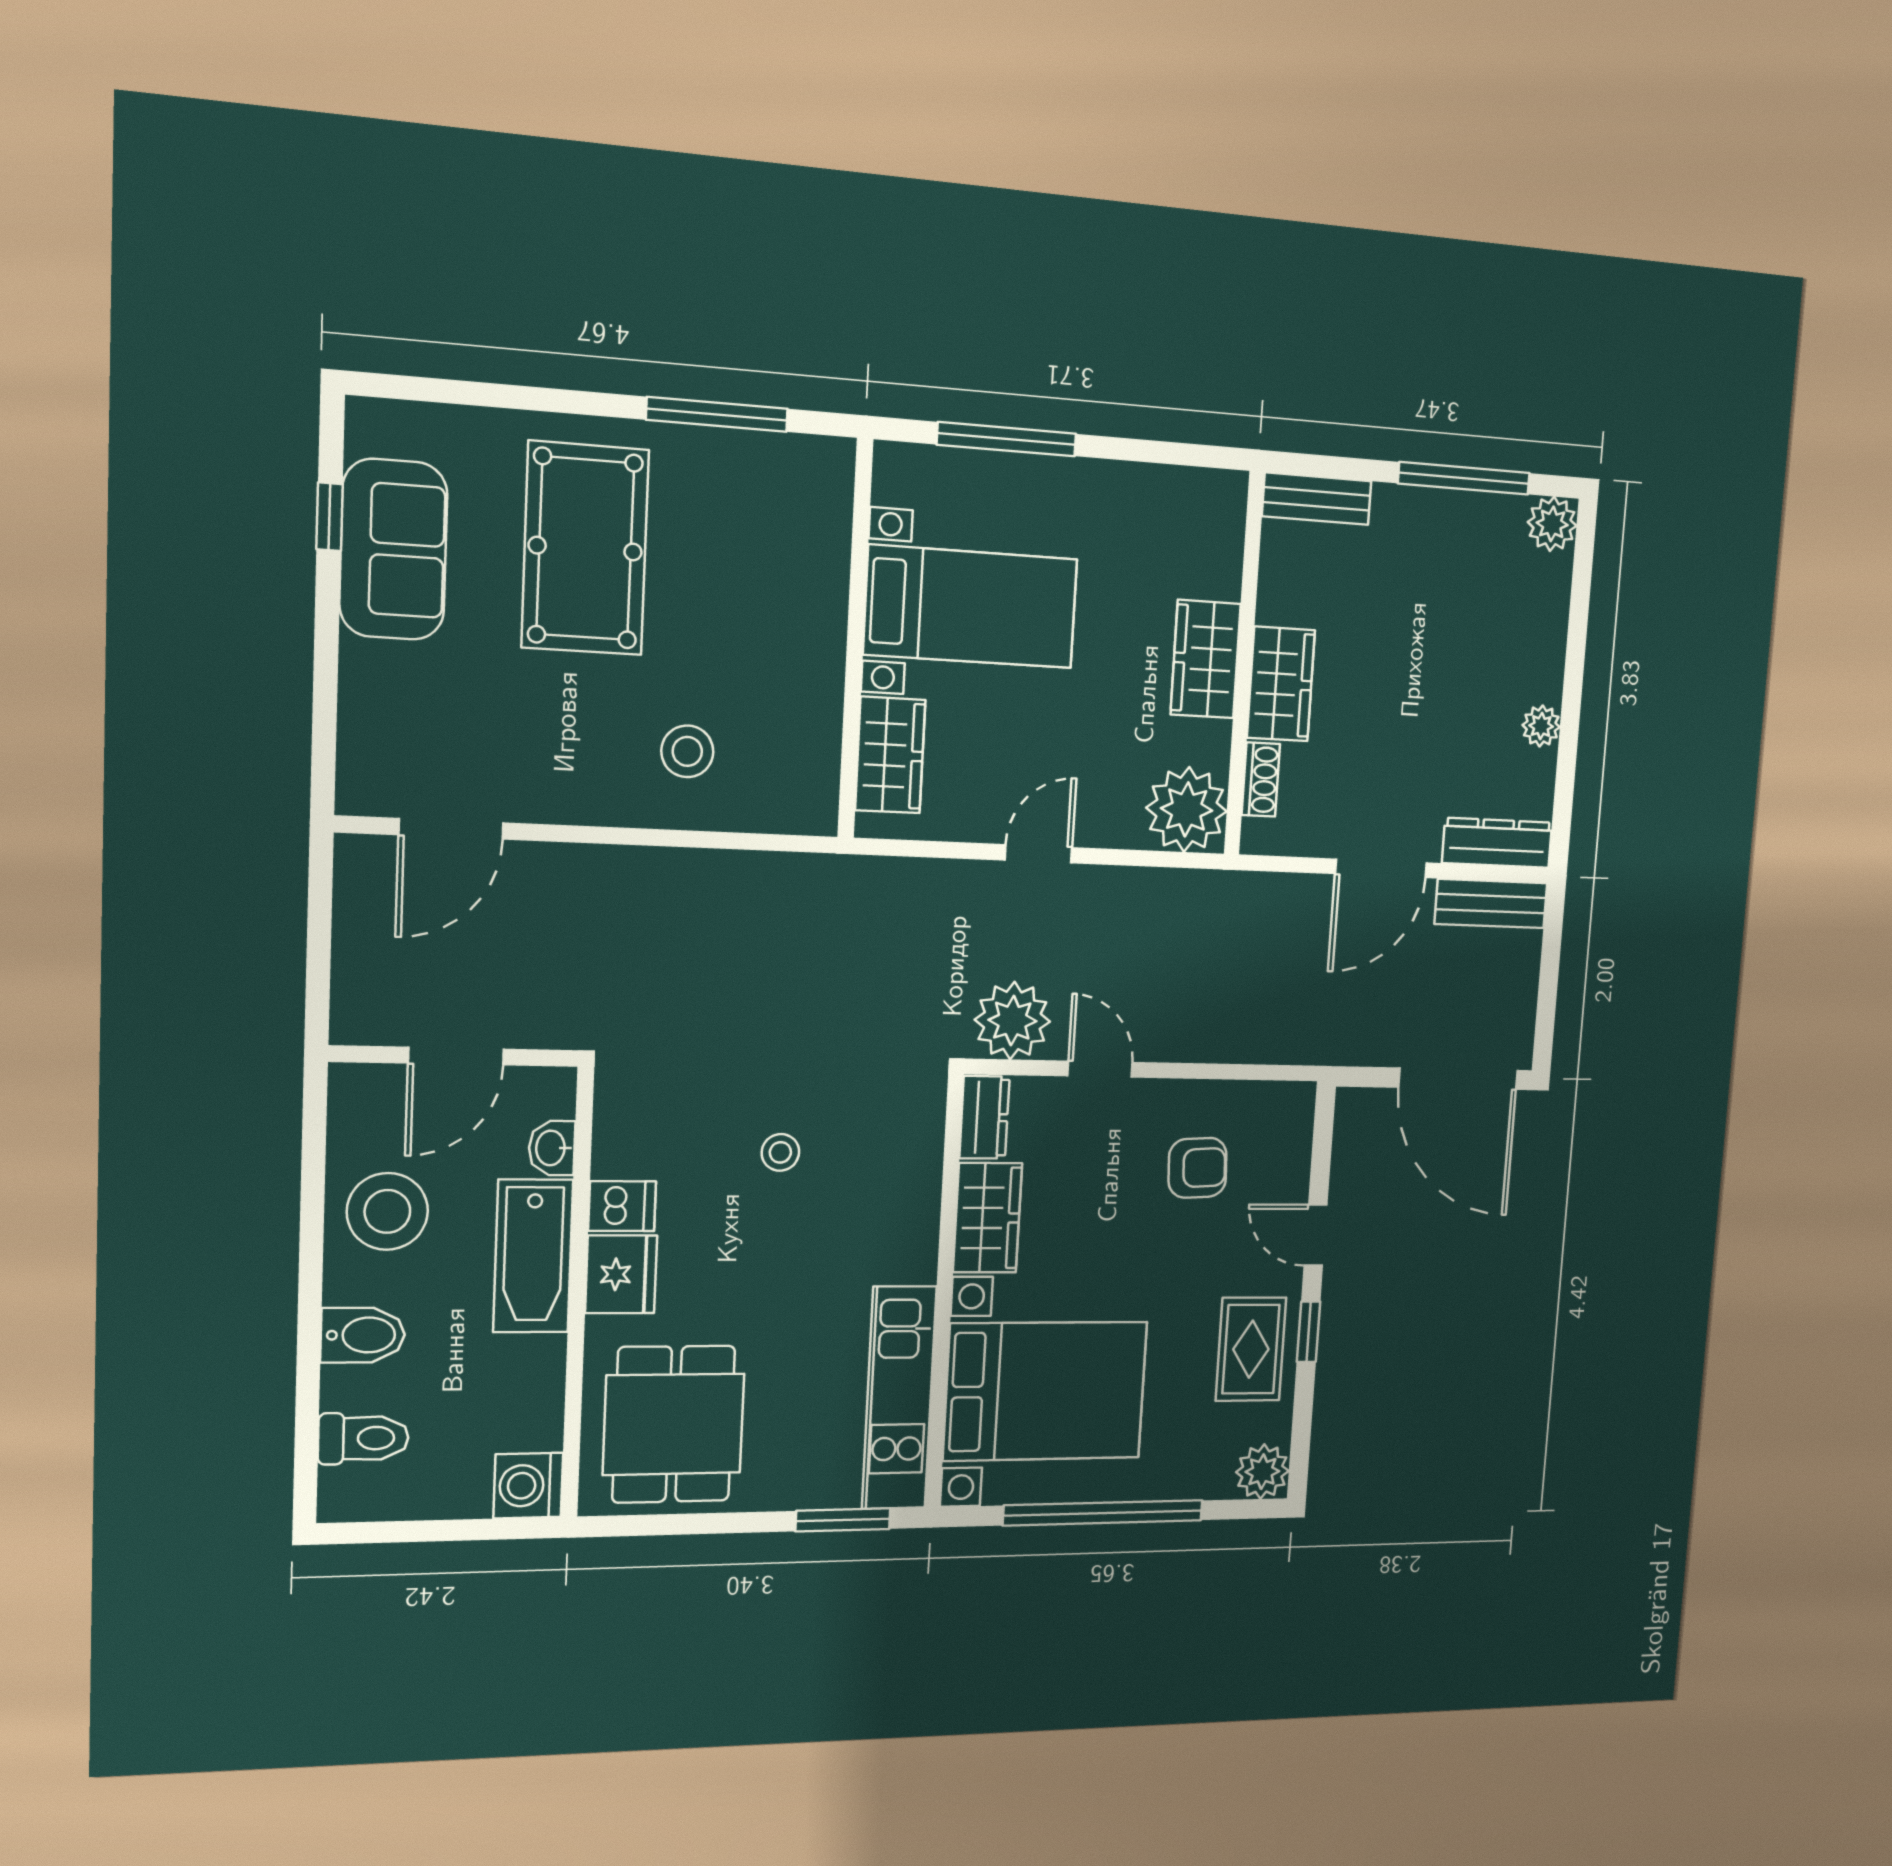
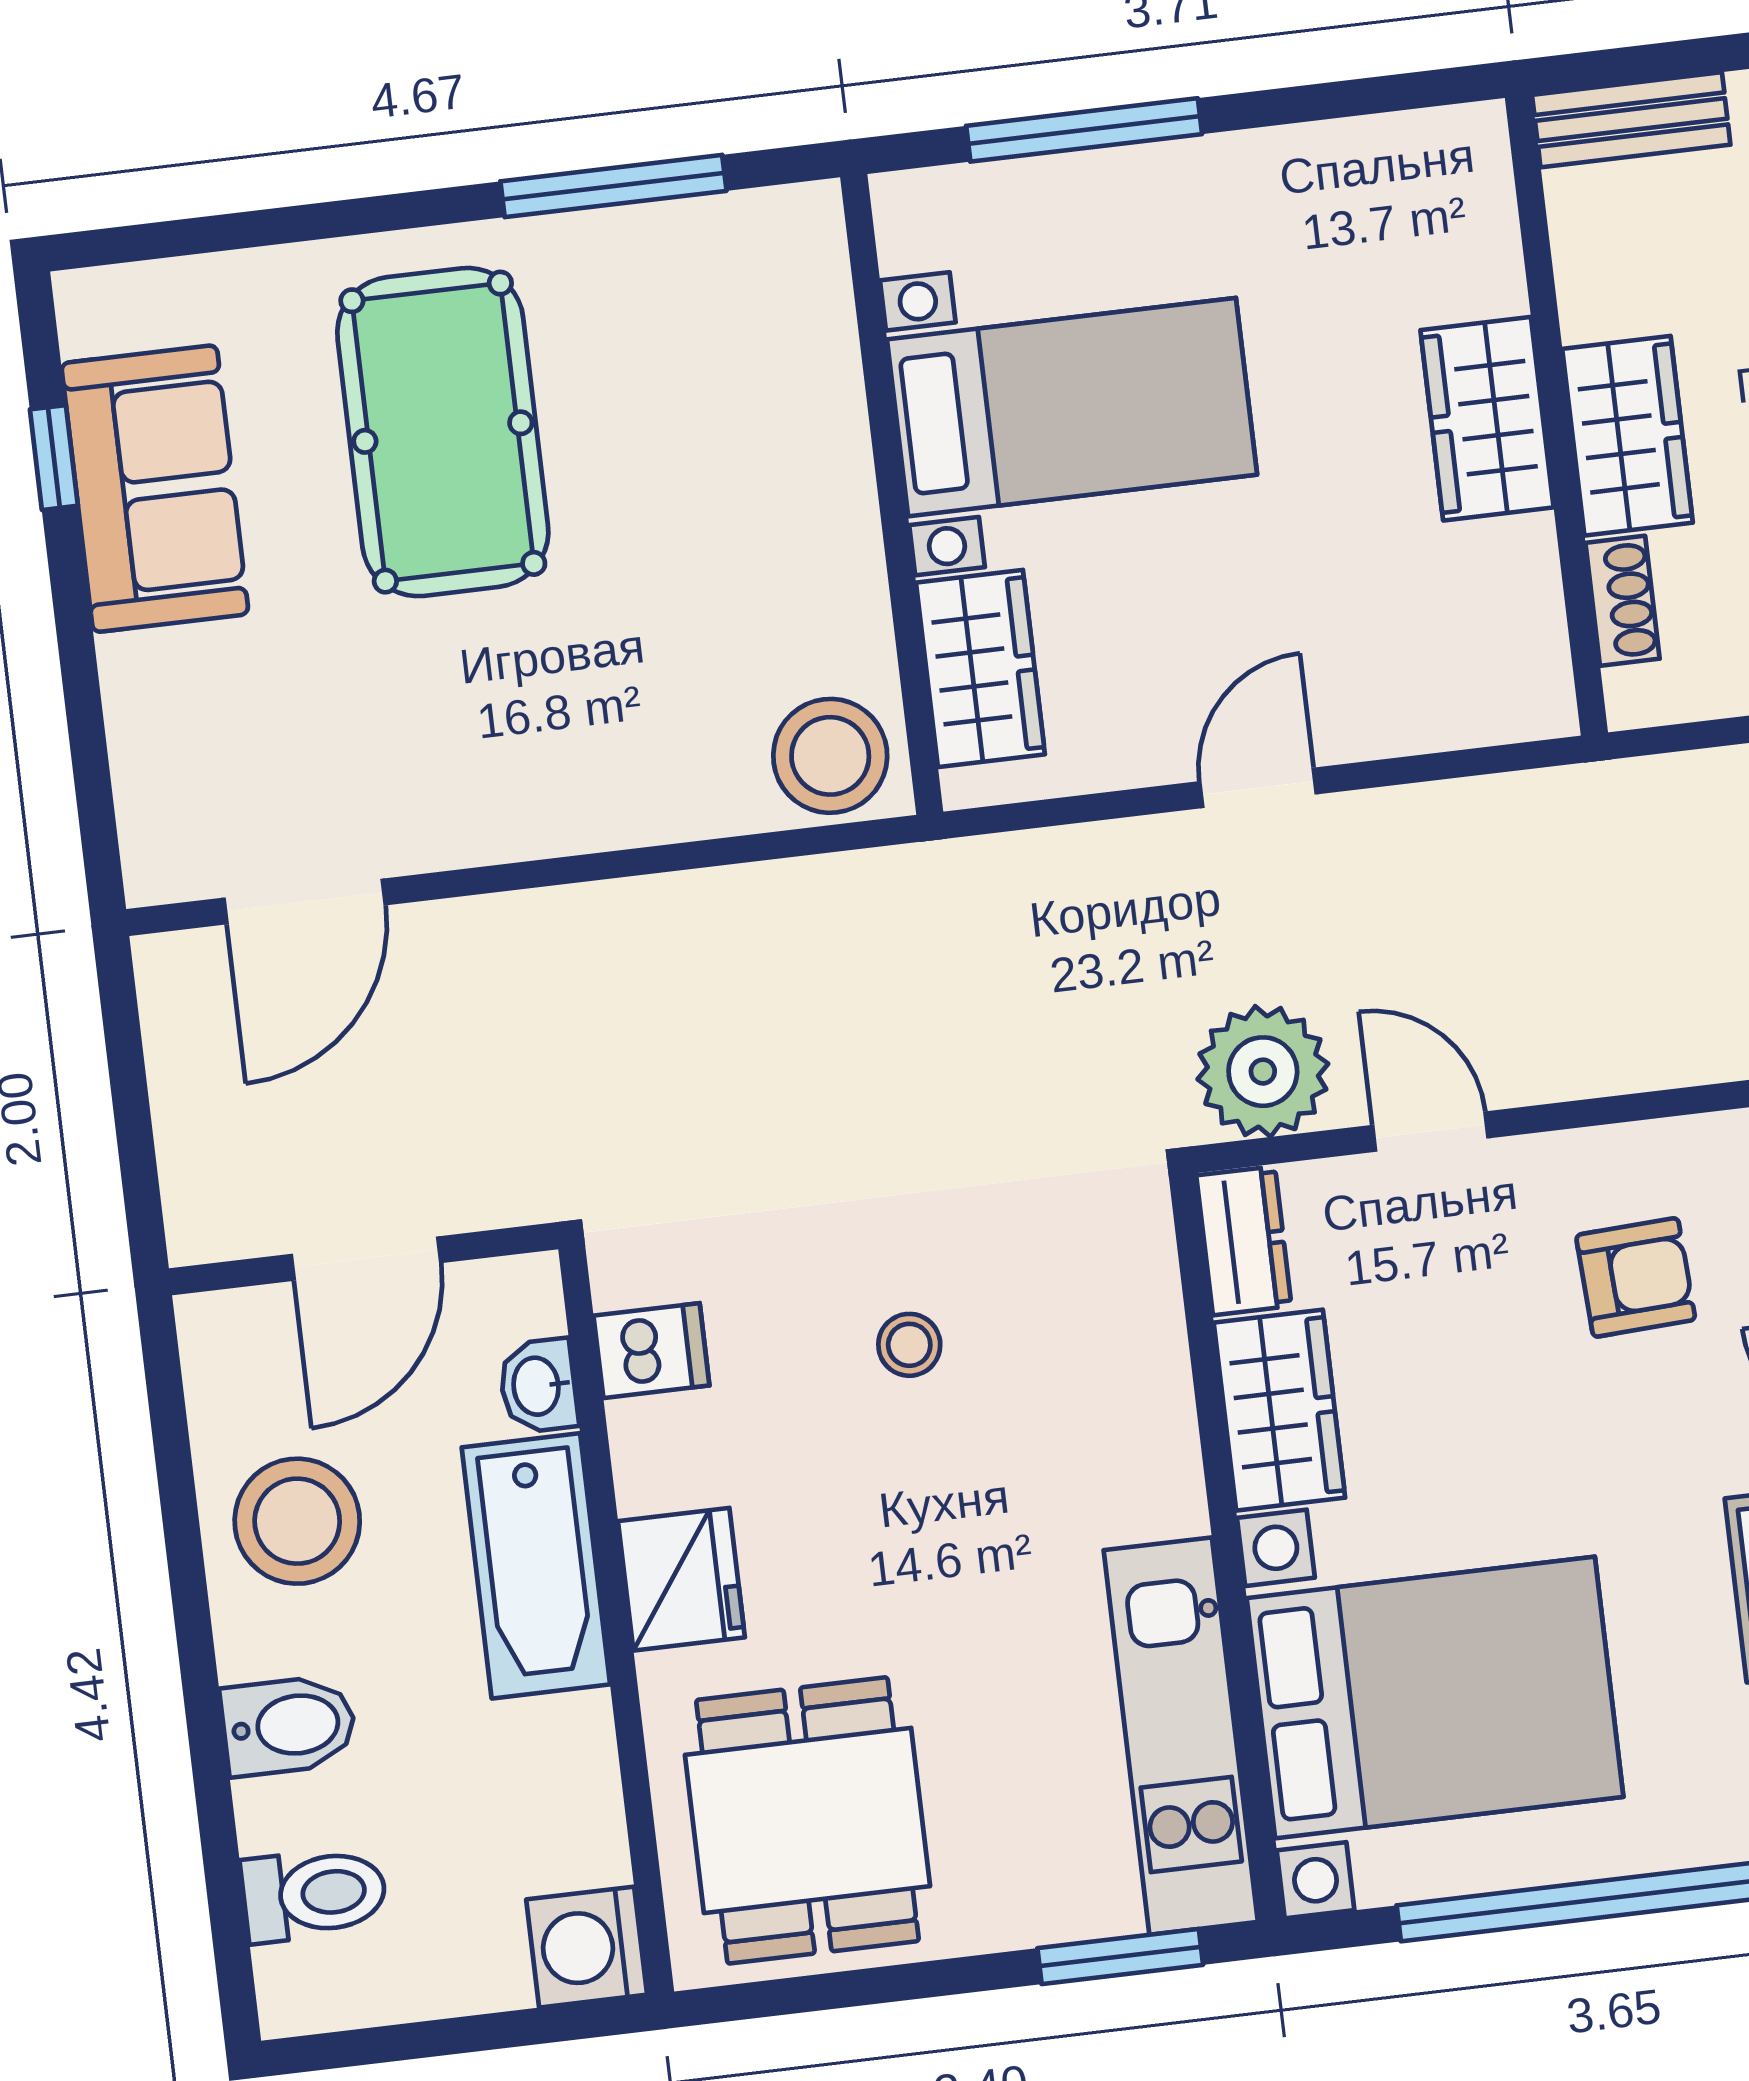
stool: (687, 751) -> (830, 756), moved, width x1.38, depth x1.38
plant: (1187, 809) -> (1501, 673), removed
dishwasher: (622, 1206) -> (651, 1351), moved

